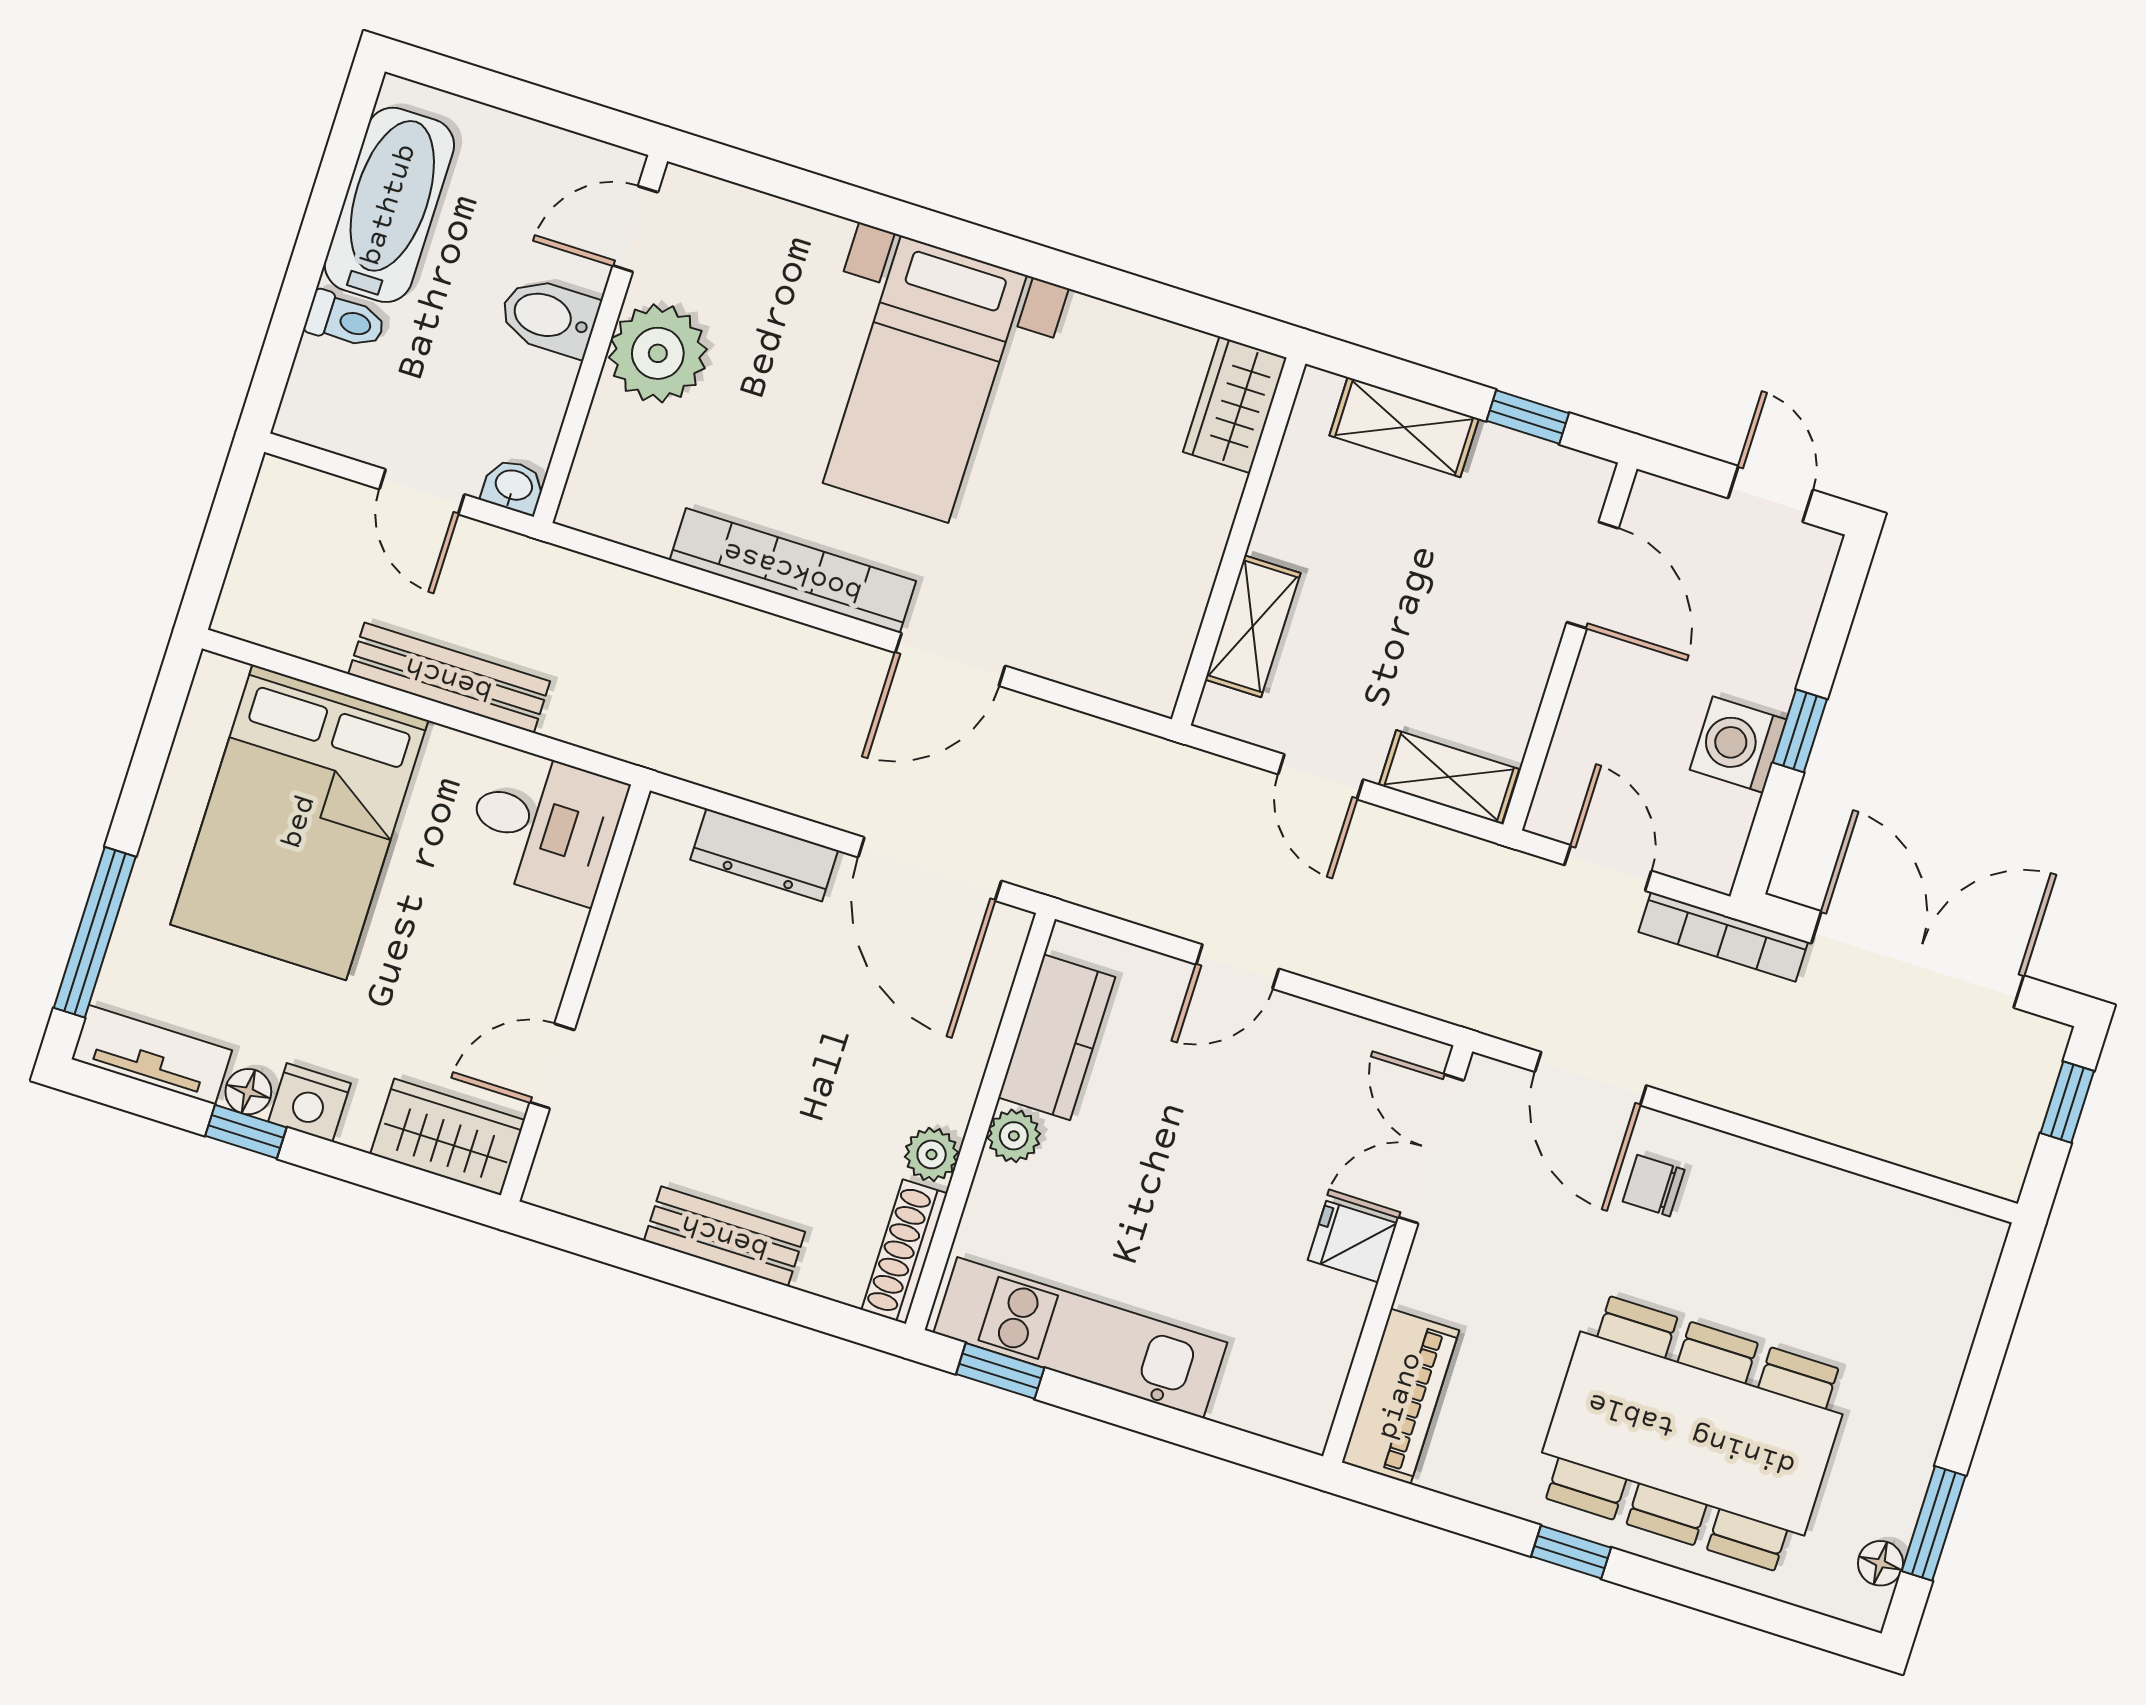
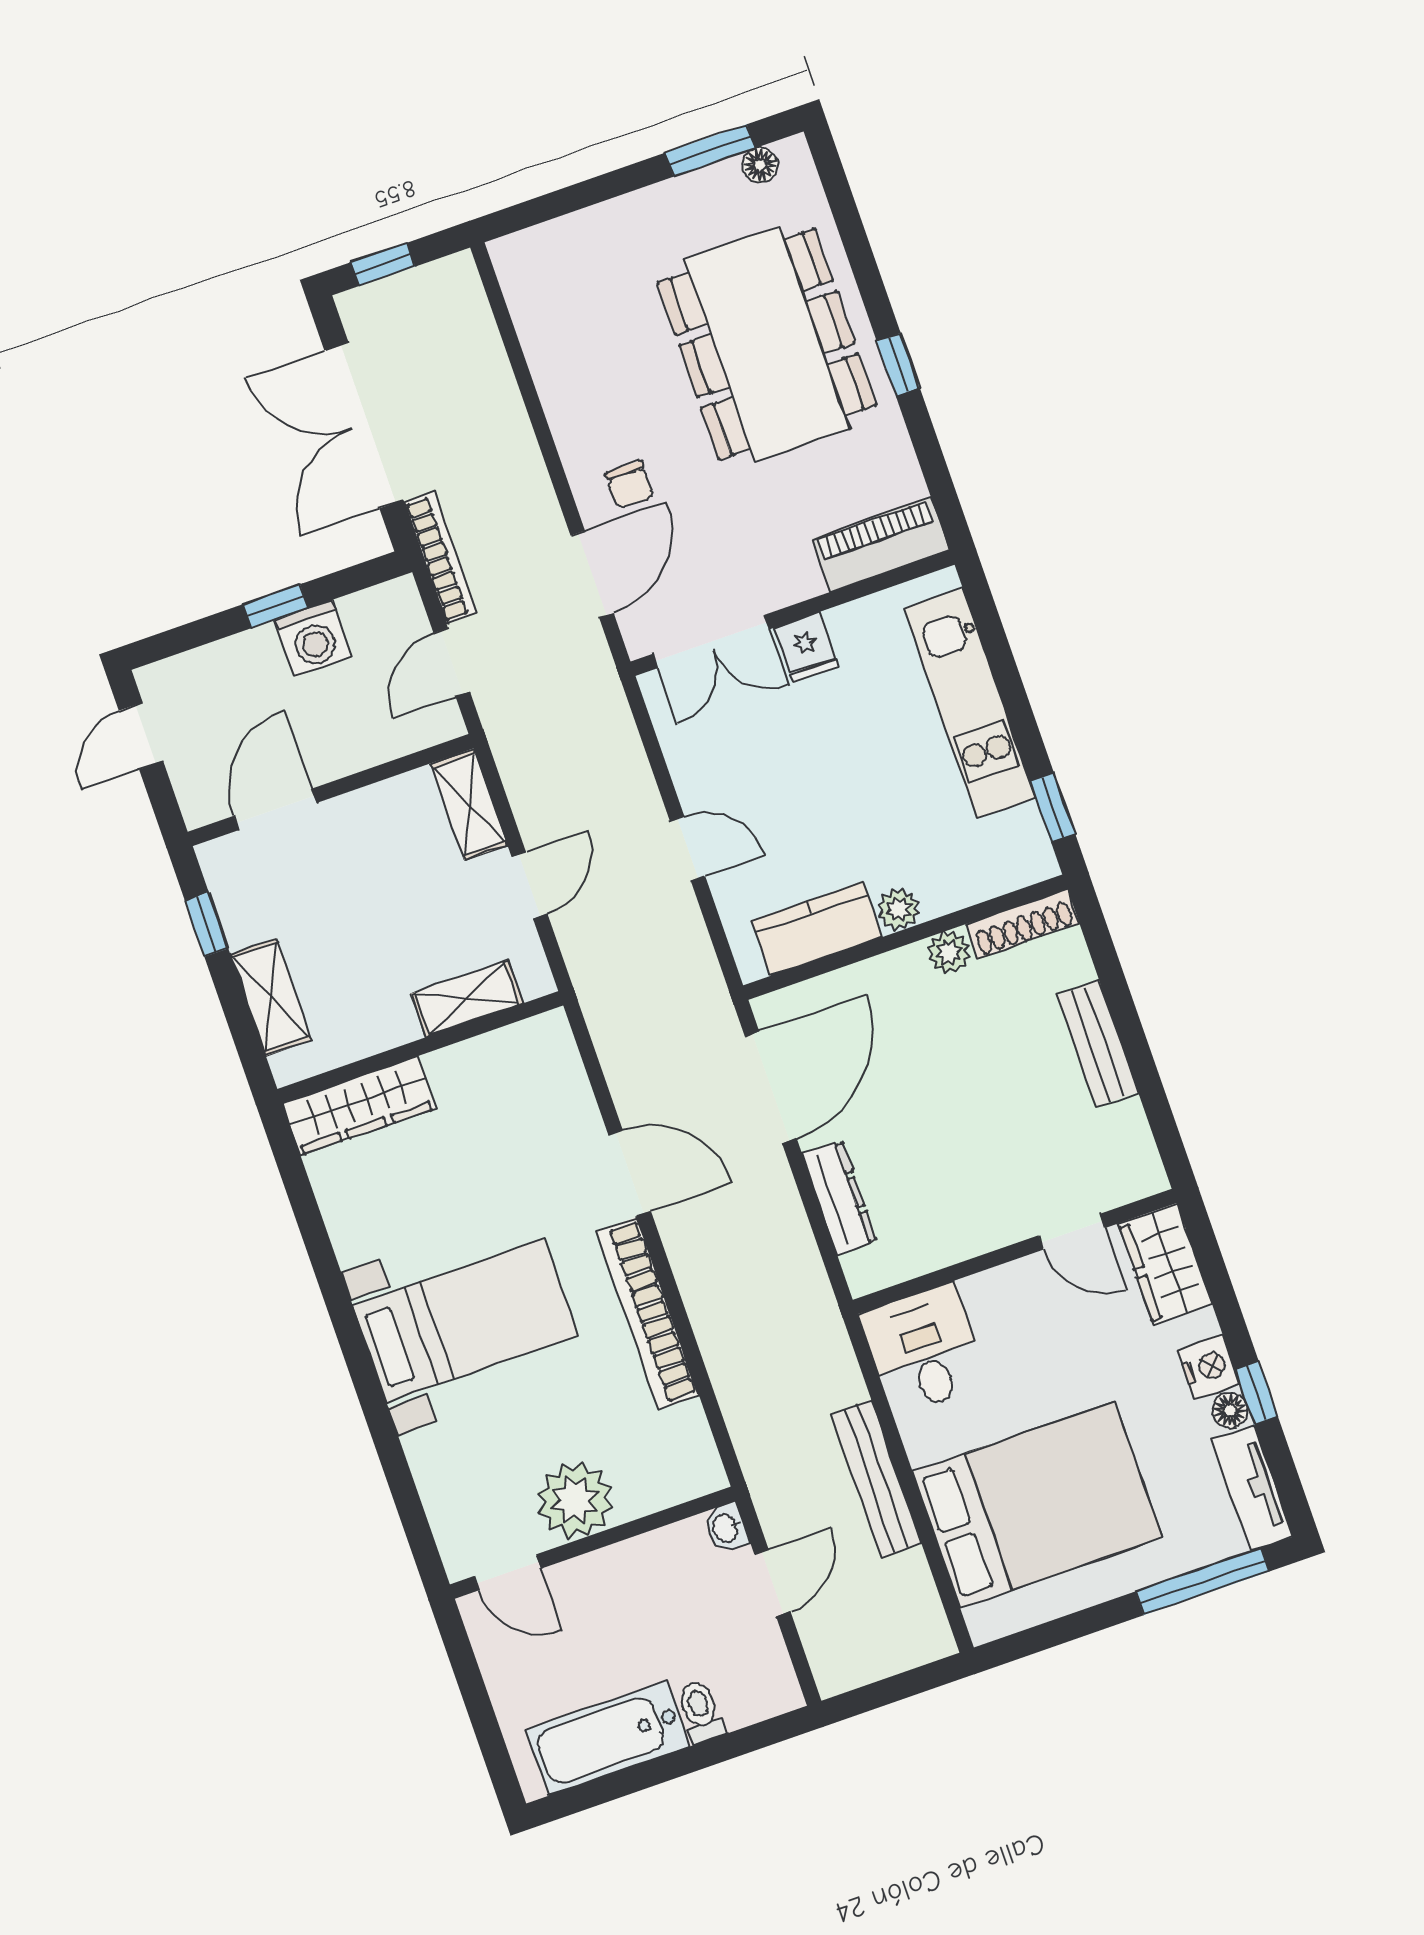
bidet: (549, 317) -> (603, 1585), removed
wardrobe: (1235, 405) -> (359, 1106), width x1.50
kitchen unit: (1080, 1338) -> (970, 703), moved

